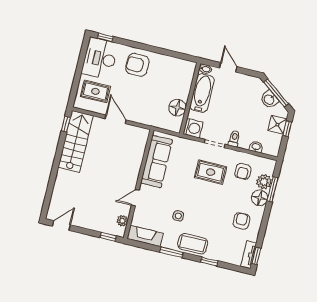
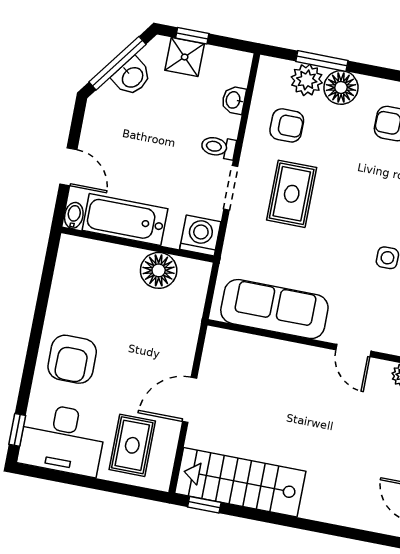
door: (228, 67) -> (68, 167), swing flipped

